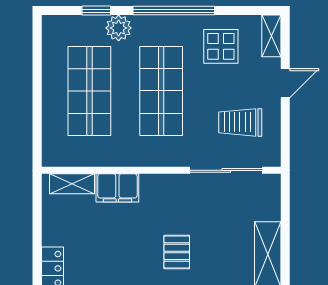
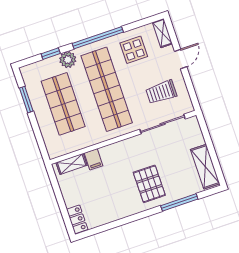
window: (37, 66) -> (26, 100), added
shop shelf: (161, 91) -> (107, 89), width x1.40
filing cabinet: (117, 188) -> (94, 159), width x0.50
pallet: (177, 252) -> (149, 184), width x1.50, depth x1.42

